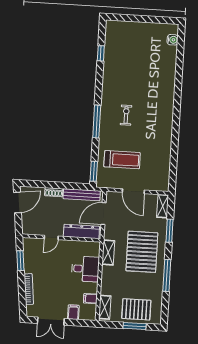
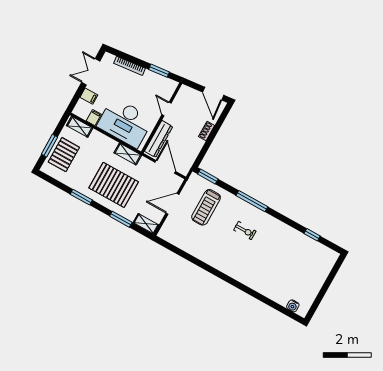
bench: (82, 195) -> (192, 155), removed
desk: (85, 269) -> (125, 122), width x1.87, depth x1.30
window: (167, 275) -> (81, 197), width x0.69

